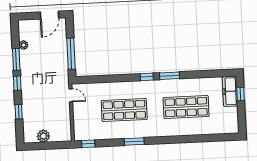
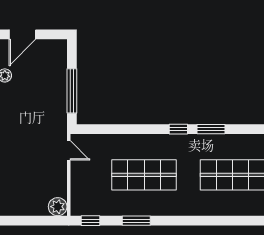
door: (50, 15) -> (22, 34), moved
plant: (43, 136) -> (58, 207), moved
window: (134, 142) -> (136, 221), moved

